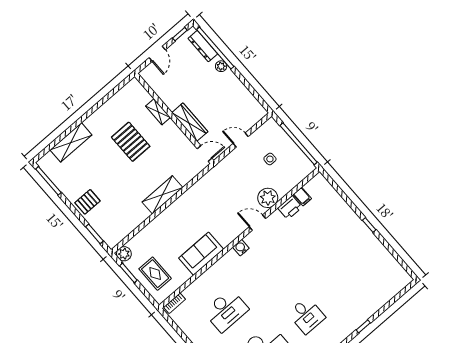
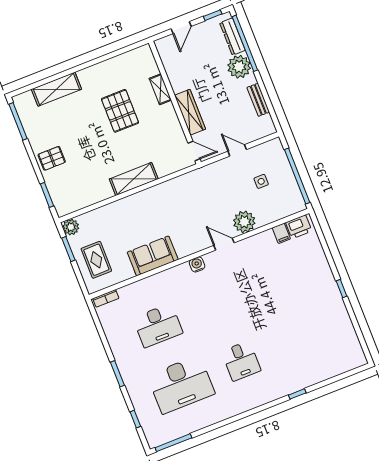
plant: (221, 66) -> (239, 67), width x1.87, depth x1.87
bench: (243, 91) -> (258, 100), added
printer: (290, 208) -> (299, 227), moved

